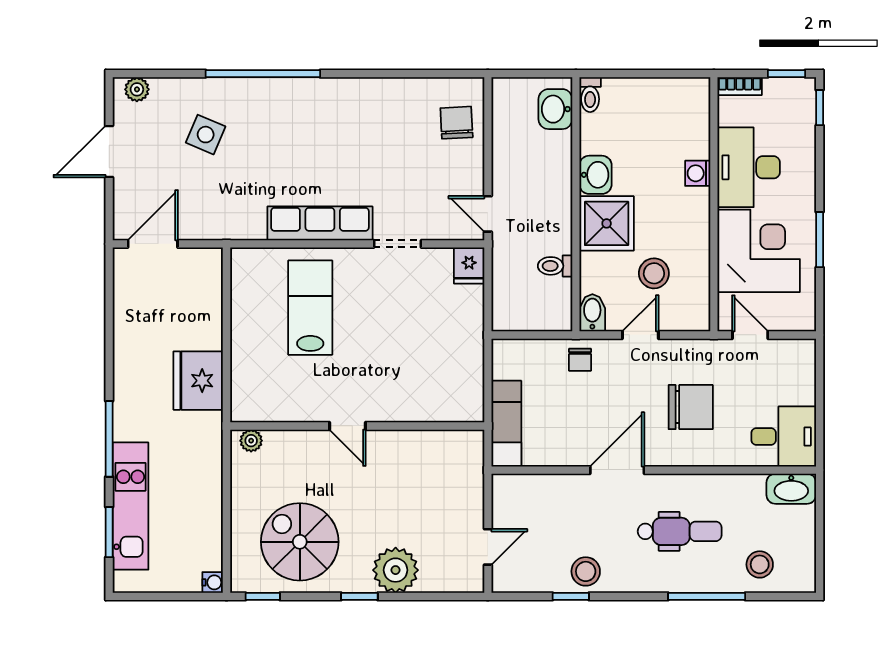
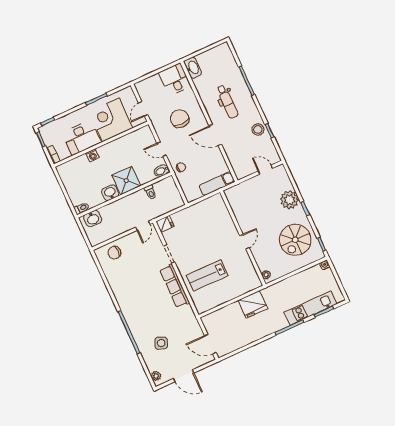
stool: (654, 273) -> (137, 155), removed
dental chair: (680, 531) -> (227, 102), turned 180
stool: (760, 564) -> (226, 67), removed

